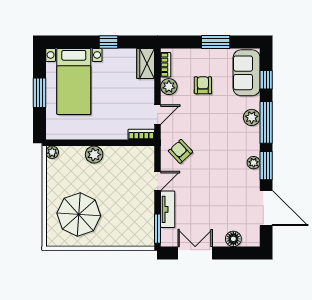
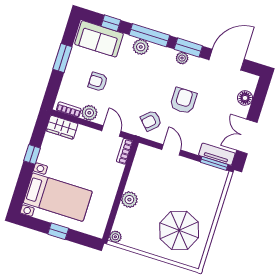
window: (39, 93) -> (58, 231), width x0.67
armchair: (211, 178) -> (183, 101), added
tv unit: (168, 209) -> (217, 154), moved

